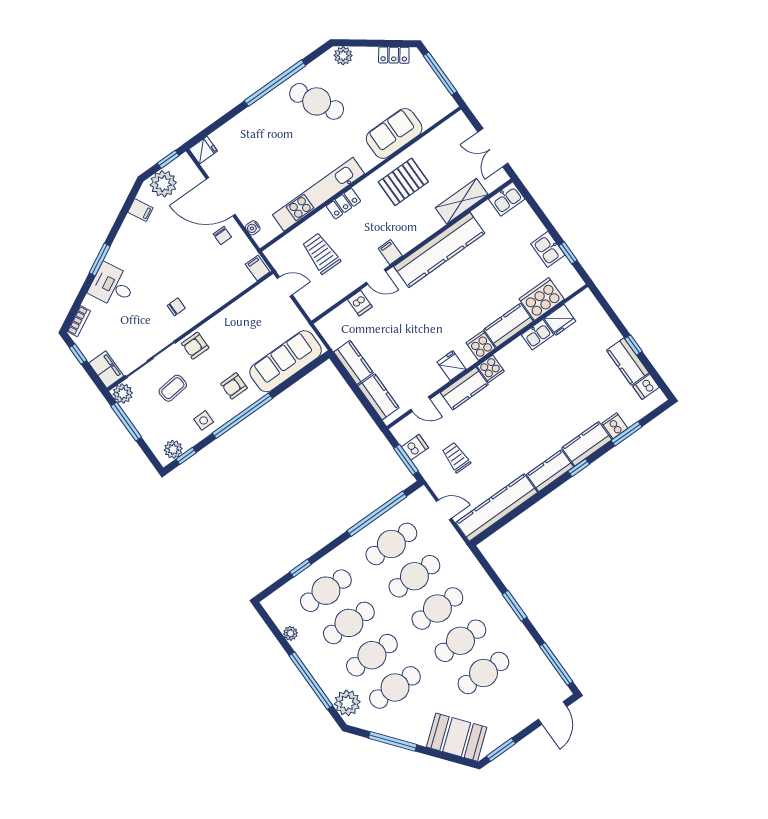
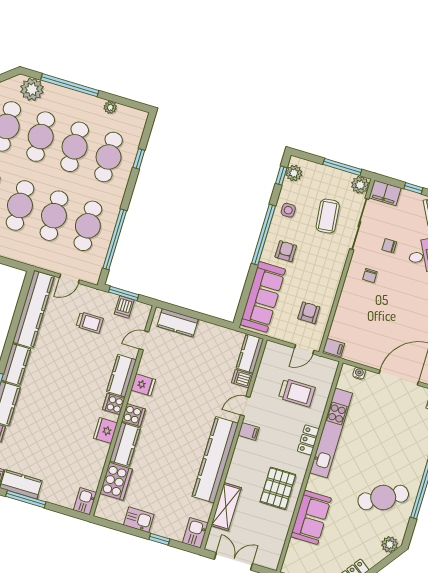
chair: (222, 235) -> (389, 246), moved
window: (568, 253) -> (159, 539), moved
fridge: (560, 320) -> (105, 431), moved
kitchen sink: (538, 335) -> (85, 501), moved
window: (634, 345) -> (26, 499), width x2.17
armchair: (195, 346) -> (309, 313), moved
kitchen counter: (353, 362) -> (250, 353), moved, turned 90
coffee table: (173, 388) -> (328, 216), width x1.36, depth x1.30

